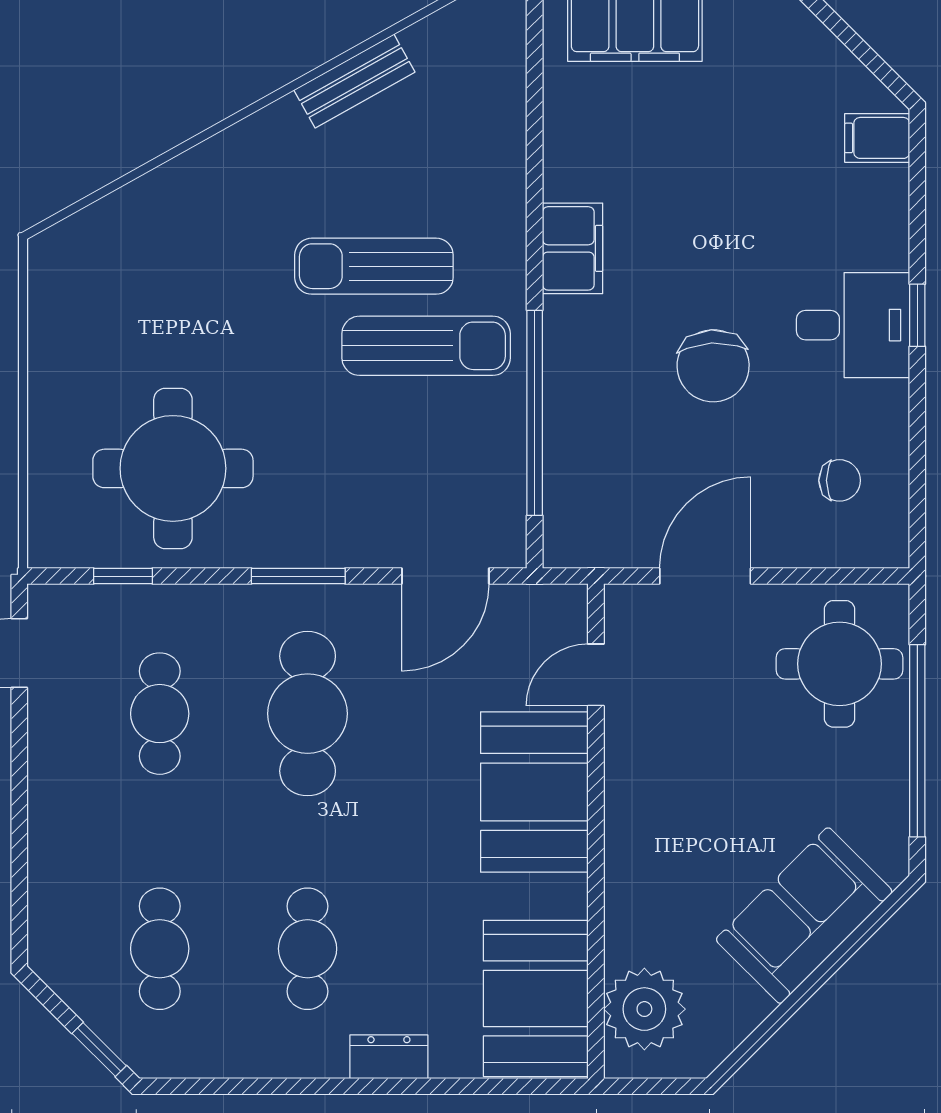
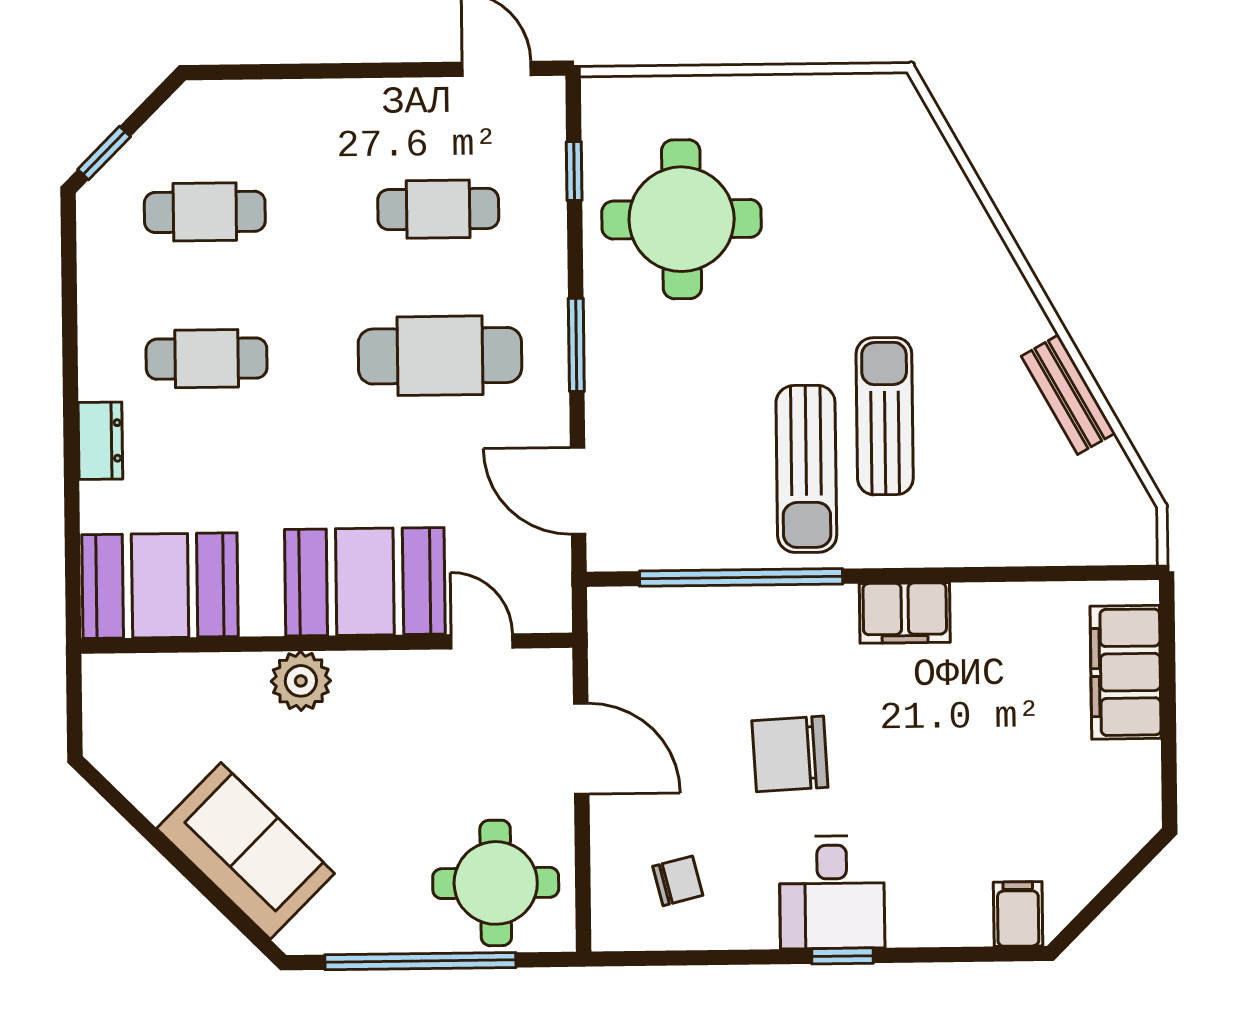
chair: (840, 480) -> (678, 881), turned -104
plant: (644, 1009) -> (301, 681), moved, width x0.73, depth x0.73

